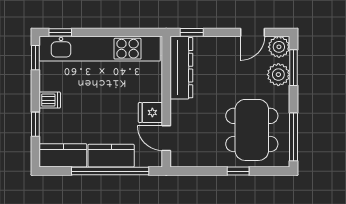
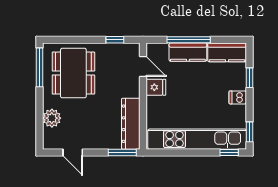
window: (192, 32) -> (122, 152), width x1.50
door: (253, 32) -> (73, 152), swing flipped
plant: (279, 47) -> (51, 141), removed
window: (293, 68) -> (40, 124), removed
window: (110, 171) -> (189, 40), width x0.68
window: (238, 171) -> (115, 40), moved

